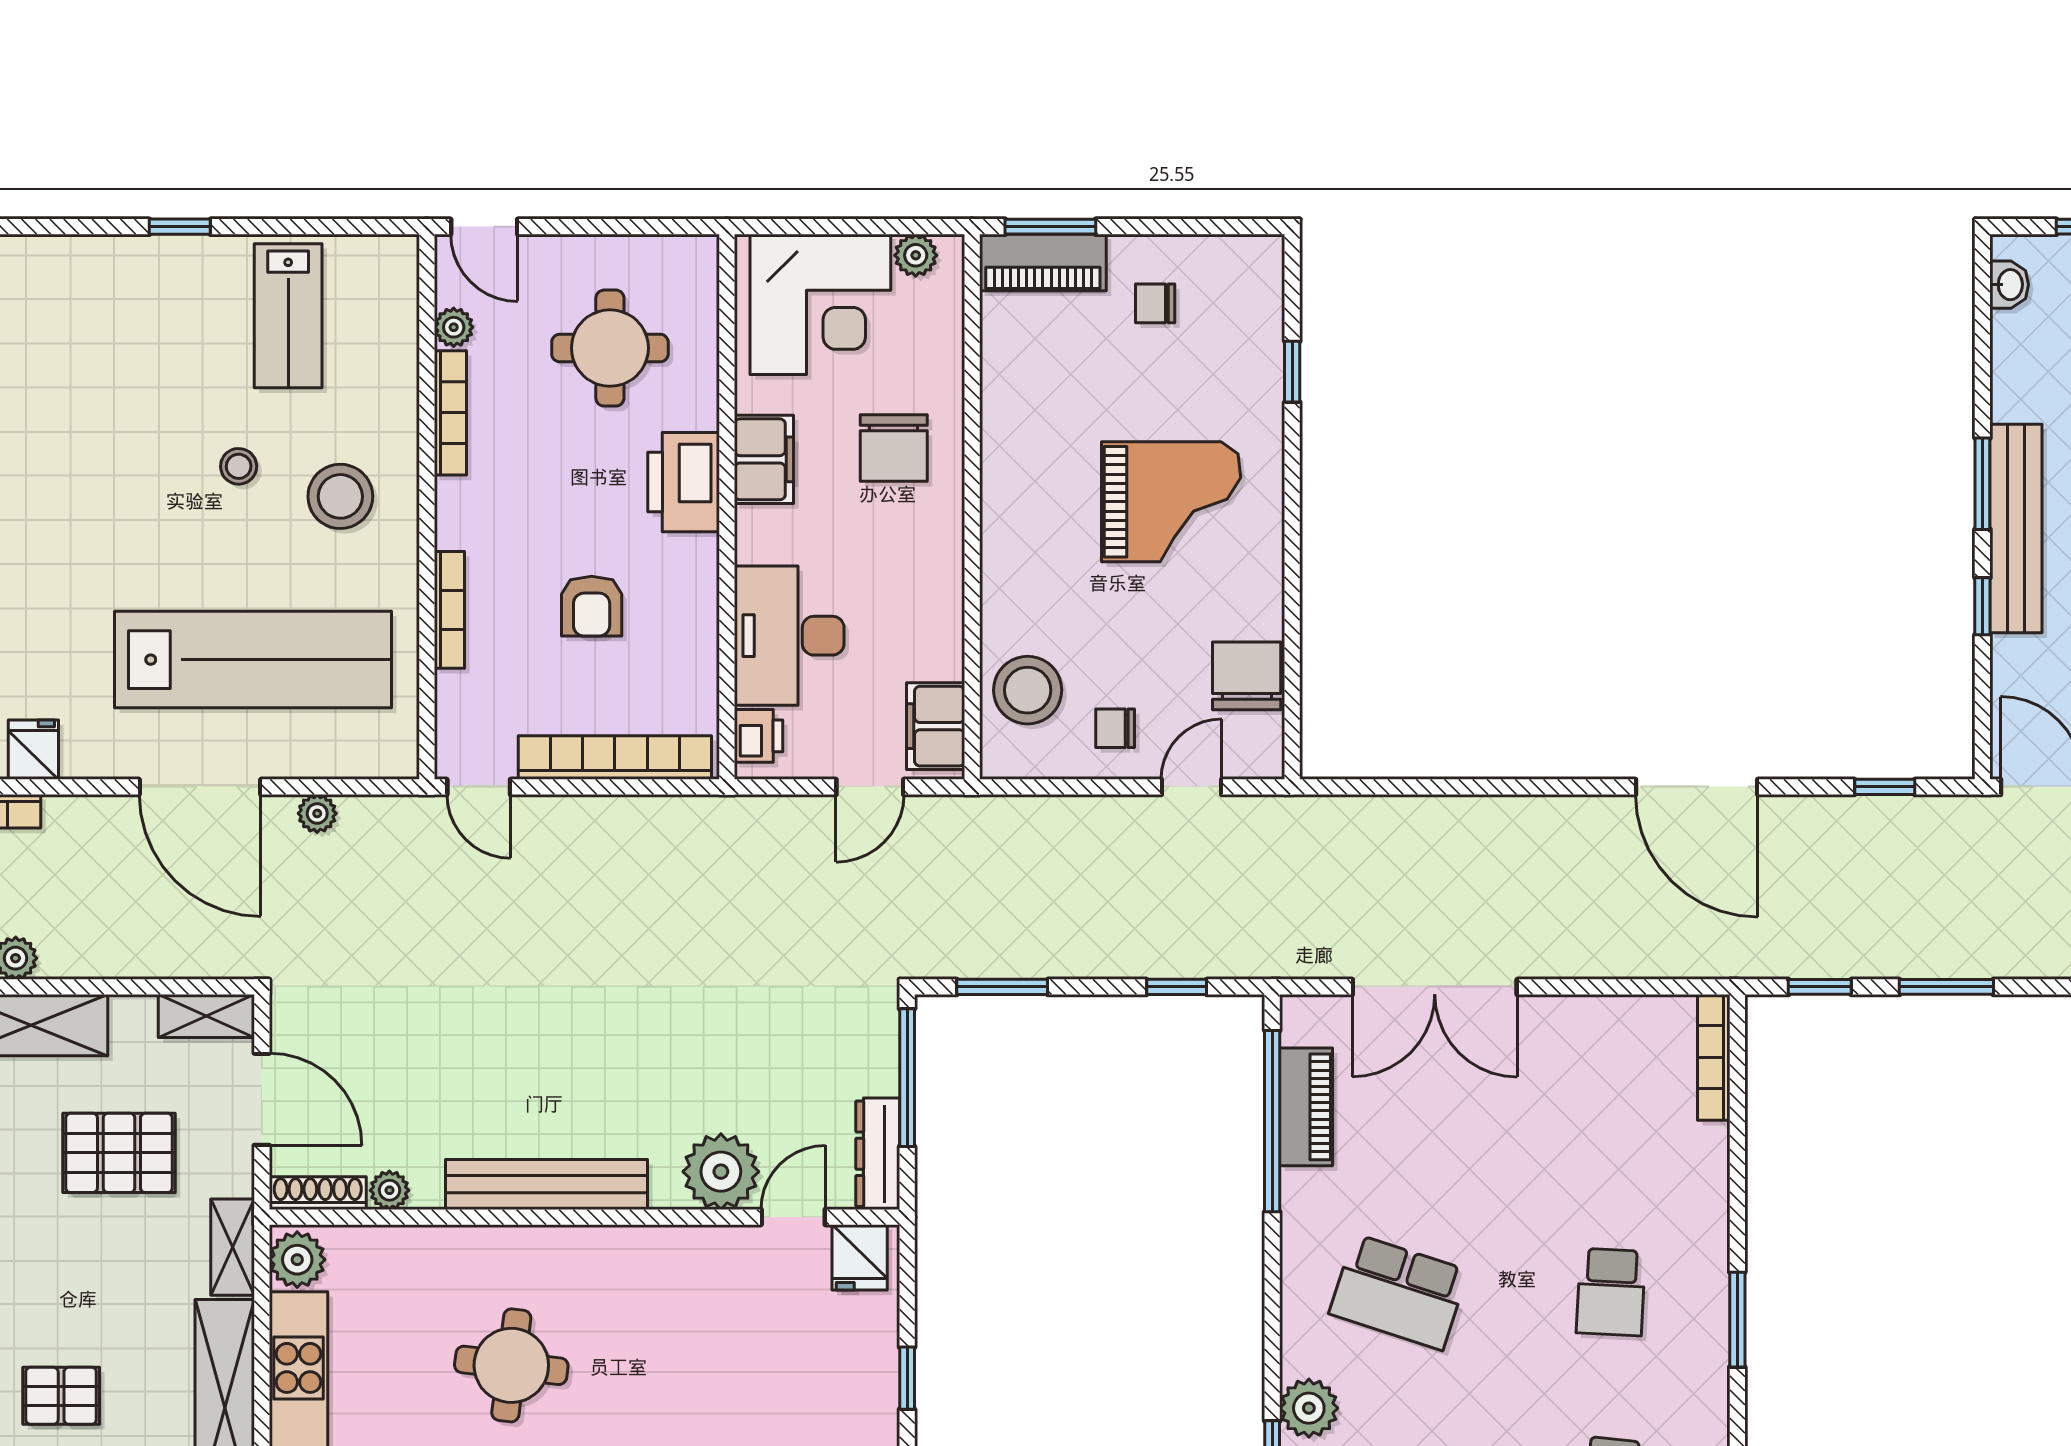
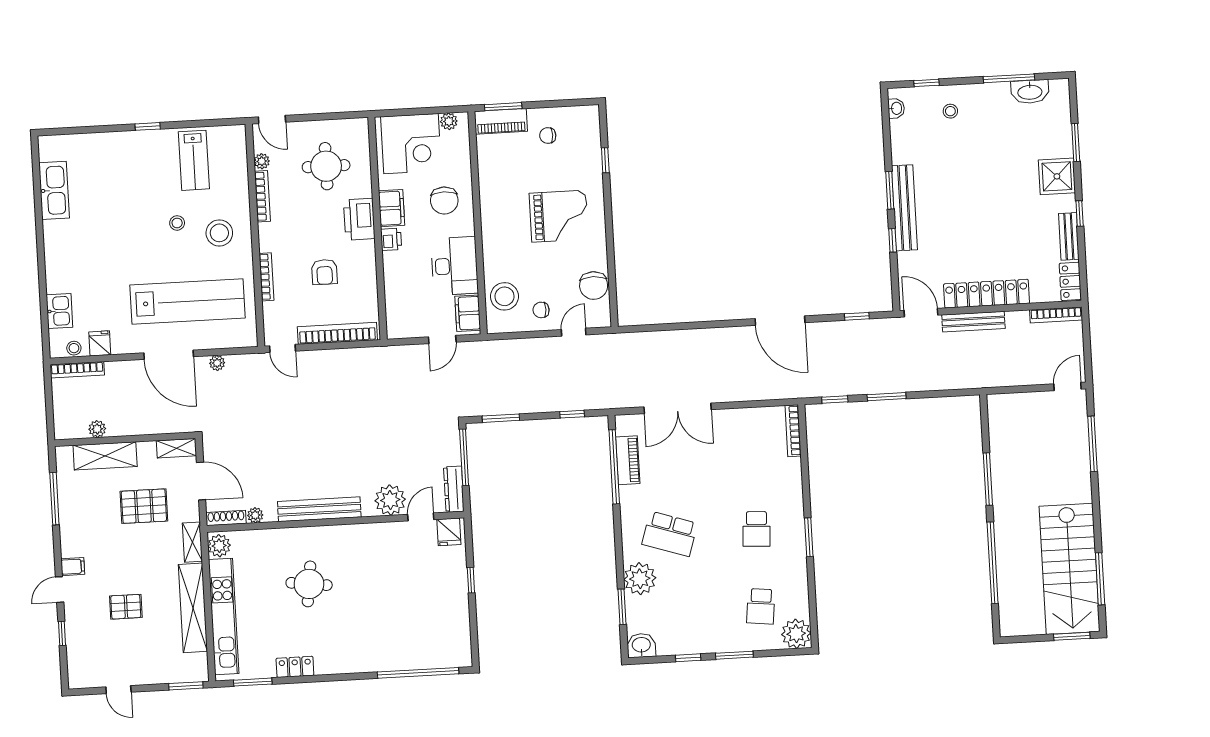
desk: (789, 636) -> (455, 266), moved, turned 180
chair: (1247, 676) -> (594, 286), turned 180
printer: (759, 736) -> (391, 239), moved
plant: (1309, 1408) -> (640, 579), width x1.36, depth x1.36

